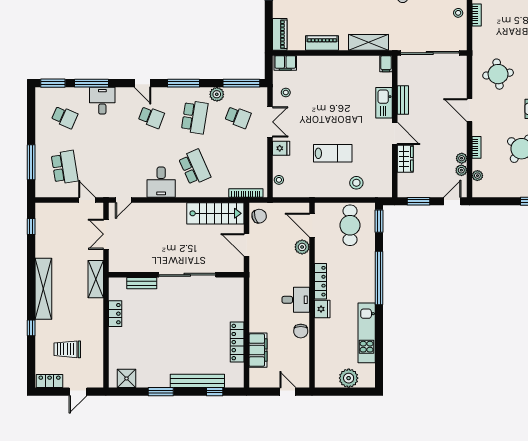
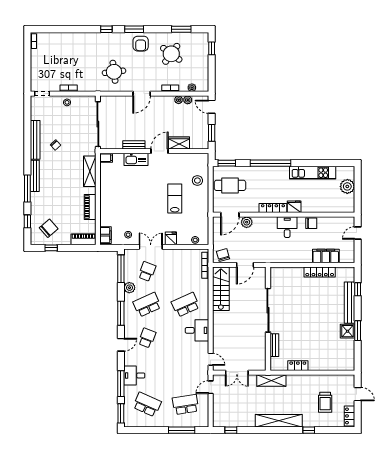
school desk: (65, 117) -> (147, 404), width x1.85
school desk: (195, 117) -> (147, 305), turned -33
shower: (127, 378) -> (348, 331), moved

